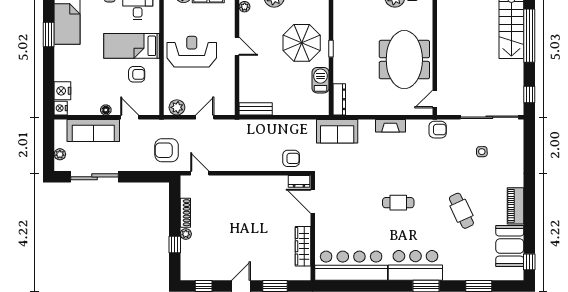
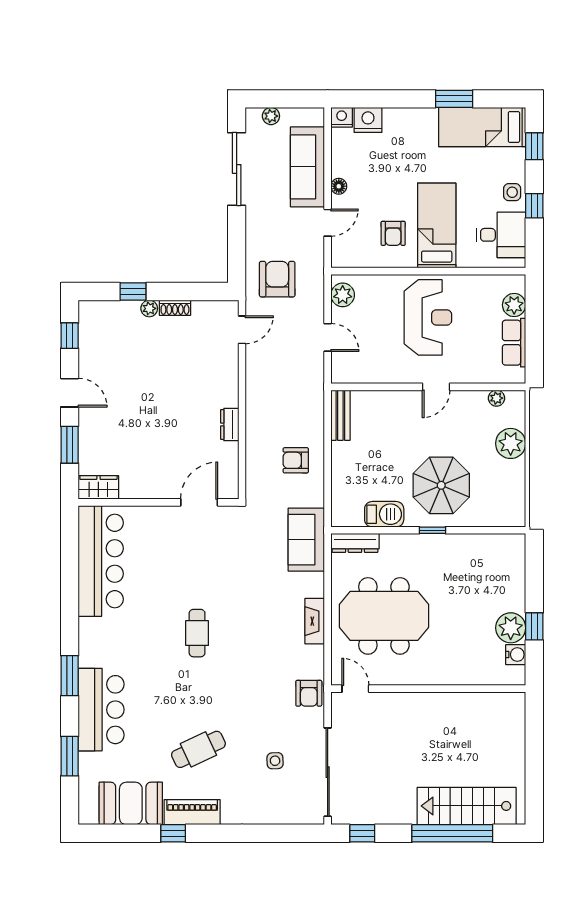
meeting table: (404, 60) -> (384, 616), moved
armchair: (291, 158) -> (296, 460), moved, turned 90
dresser: (299, 181) -> (230, 424), moved
cafe table: (461, 211) -> (198, 749), moved
shoe rack: (185, 213) -> (175, 308), width x0.70
wardrobe: (303, 246) -> (98, 487), moved, width x0.67
window: (529, 262) -> (173, 833), moved
bar counter: (415, 265) -> (101, 710), moved

